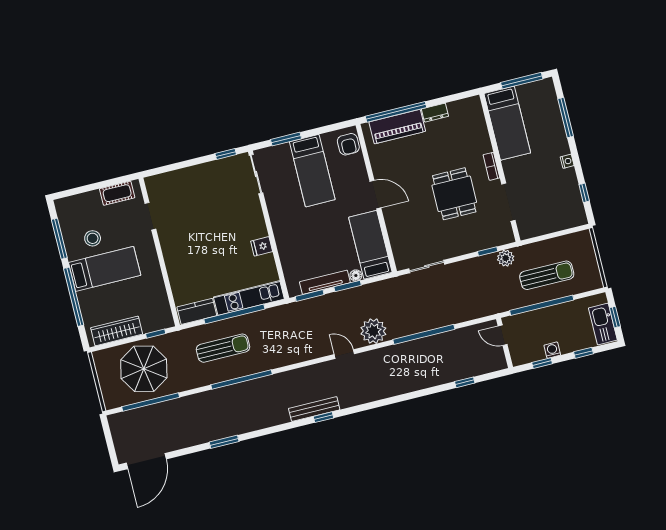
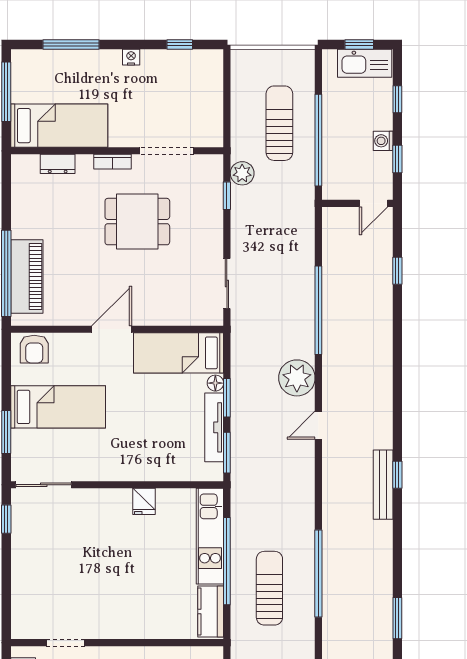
dresser: (435, 113) -> (58, 164), moved, turned 90
armchair: (348, 144) -> (34, 349), turned 90
door: (503, 335) -> (373, 203), moved

